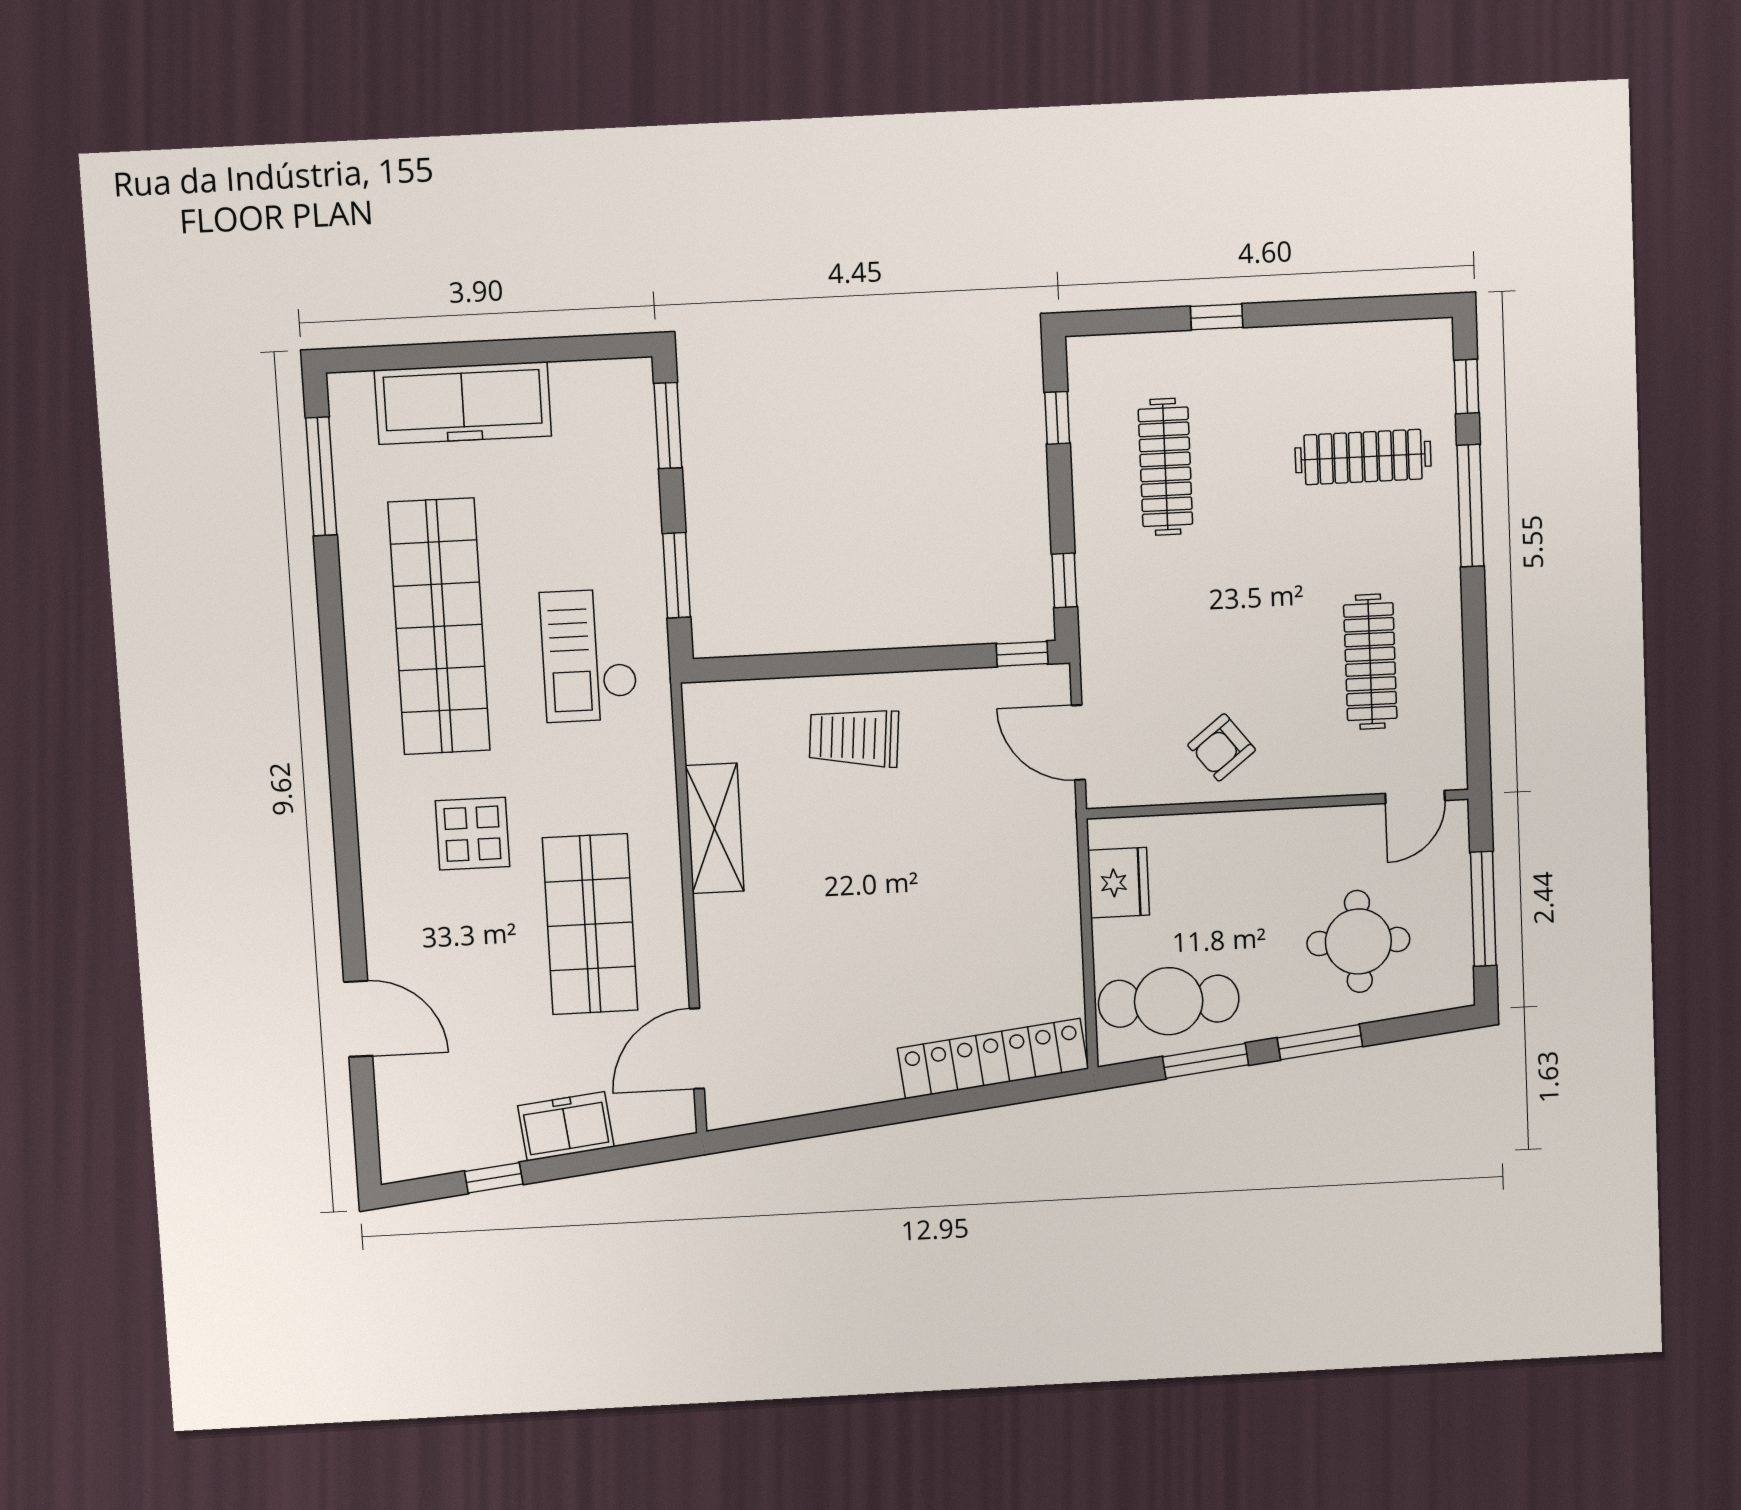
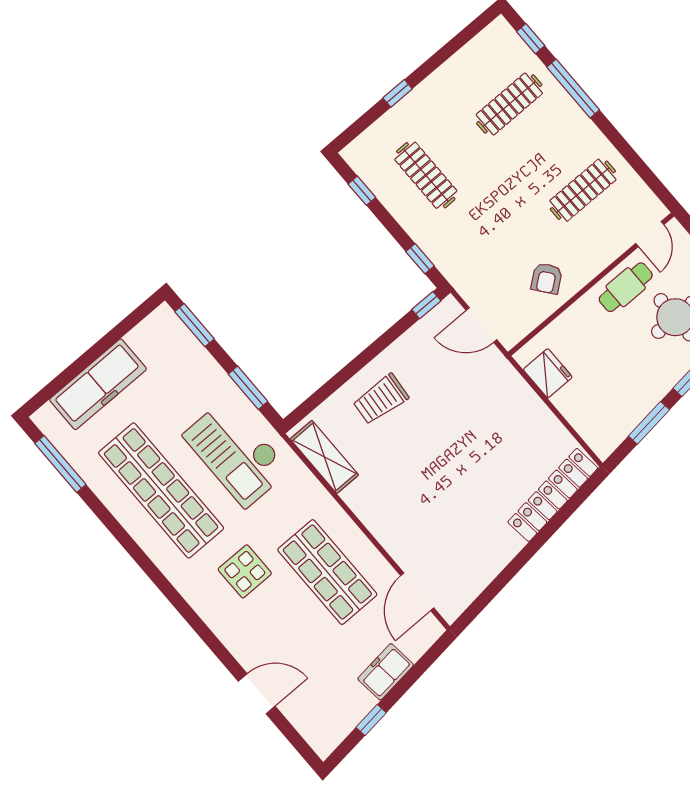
checkout: (589, 655) -> (236, 453), width x1.36, depth x1.21
clothes rail: (1370, 662) -> (583, 190), turned 90
shelving: (715, 828) -> (324, 457), moved
cafe table: (1169, 1001) -> (626, 287), moved, width x0.73, depth x0.74

